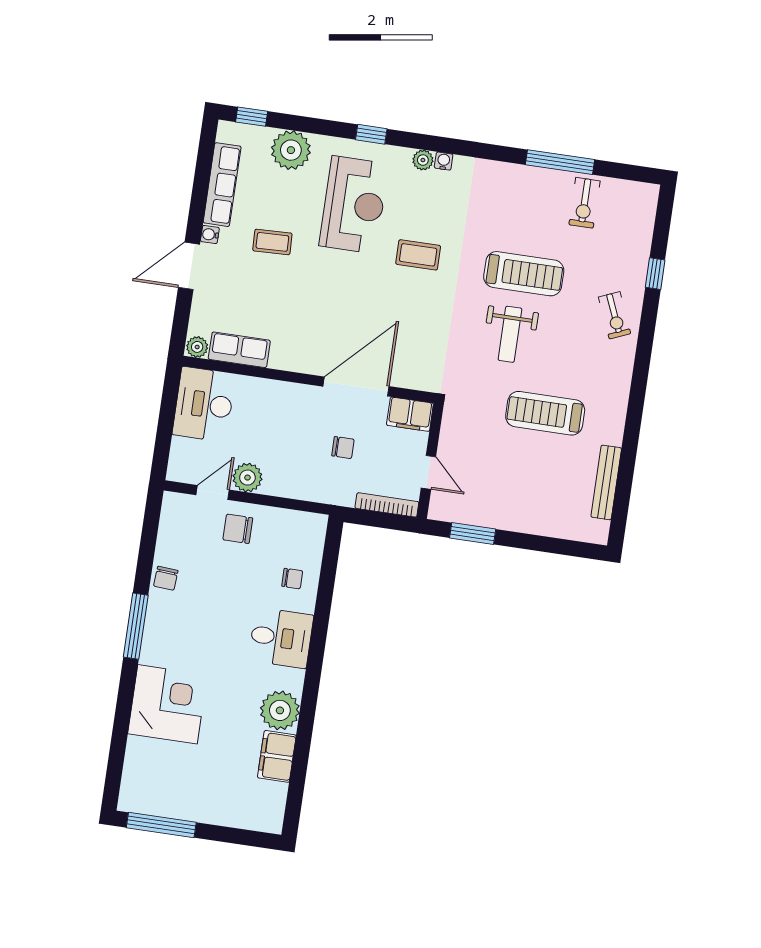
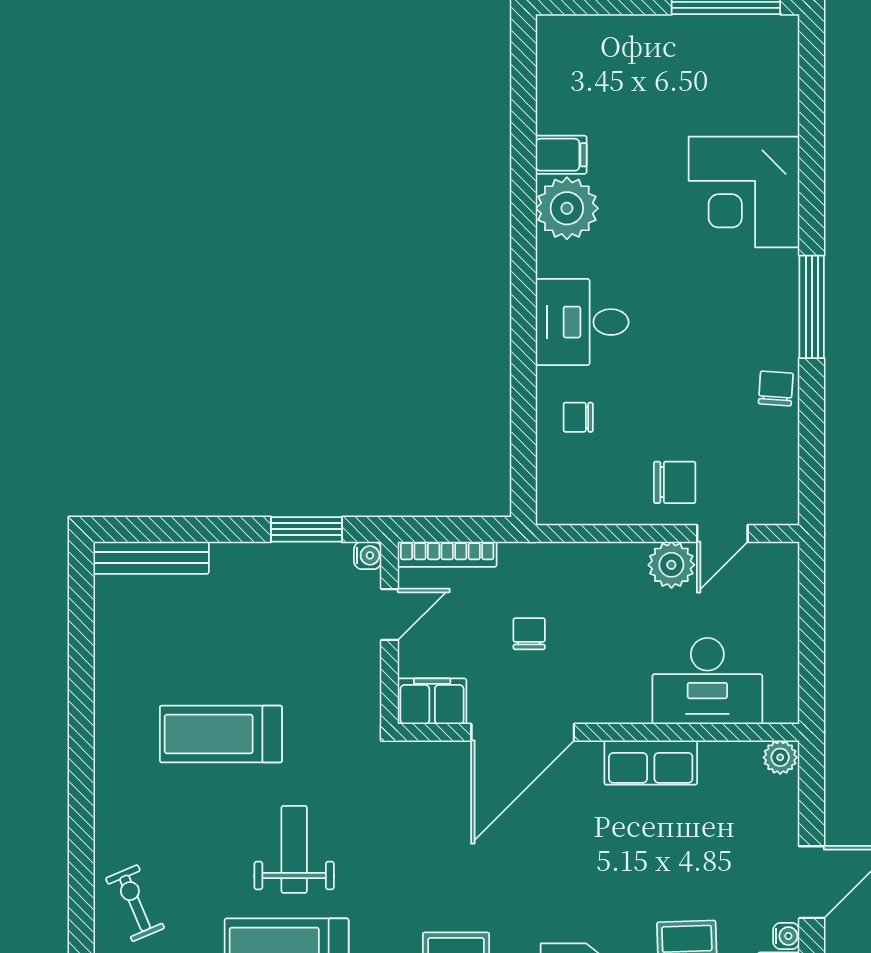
row of seats: (239, 350) -> (651, 763), moved
desk: (204, 404) -> (707, 681), moved, turned 90
treadmill: (545, 413) -> (221, 734), turned 180
chair: (343, 448) -> (529, 634), turned 90
door: (428, 472) -> (390, 615), swing flipped
bench: (606, 482) -> (151, 558), moved, turned 90
water cooler: (437, 512) -> (368, 555), added
filing cabinet: (277, 756) -> (561, 155), width x0.50

